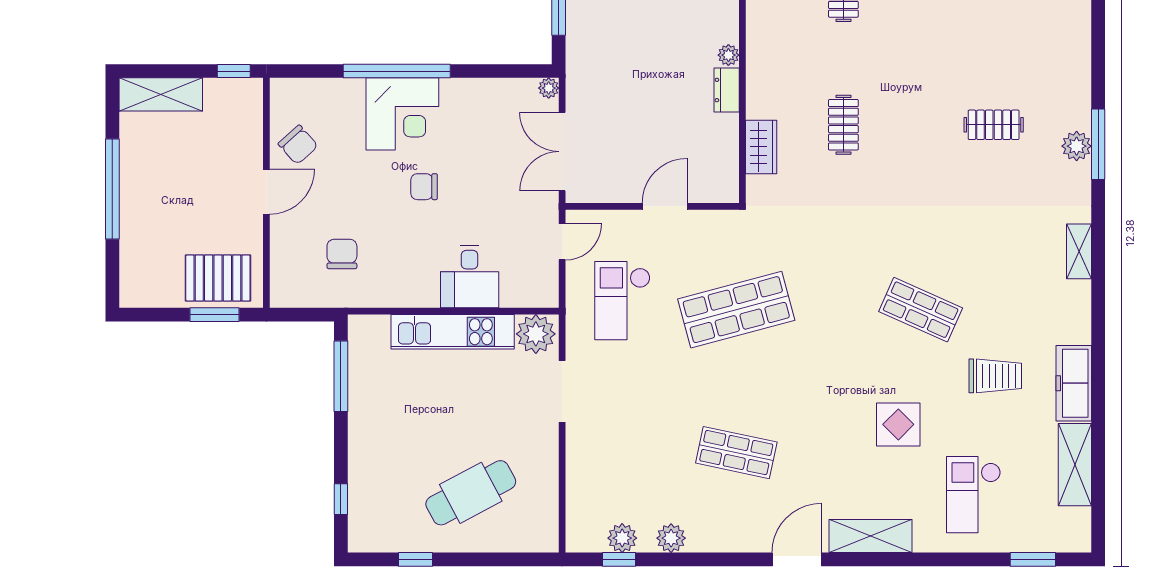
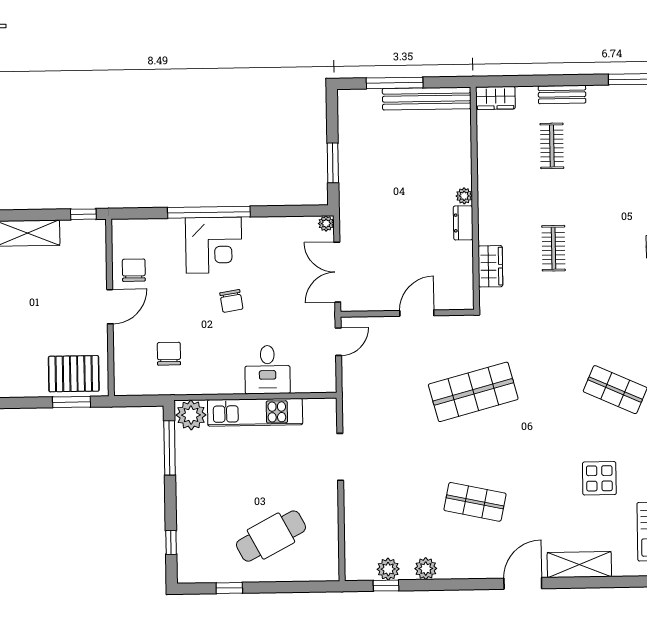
chair: (298, 145) -> (134, 270), turned -138
chair: (424, 187) -> (231, 301), turned -99
checkout: (622, 301) -> (385, 386), removed
plant: (536, 334) -> (191, 415), moved

